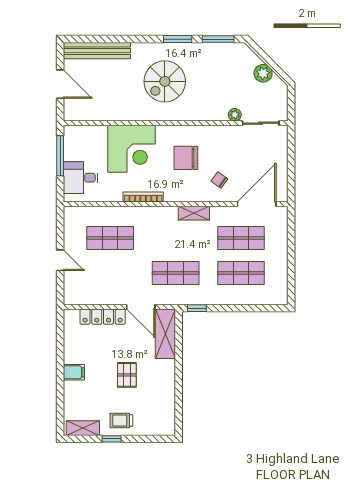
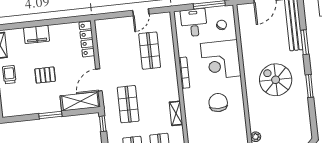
window: (218, 39) -> (305, 42), moved
chair: (219, 180) -> (222, 25), moved
door: (60, 260) -> (141, 12), moved
locker: (103, 317) -> (87, 39), moved
filing cabinet: (74, 372) -> (37, 34), width x2.00
window: (179, 374) -> (50, 115), added

